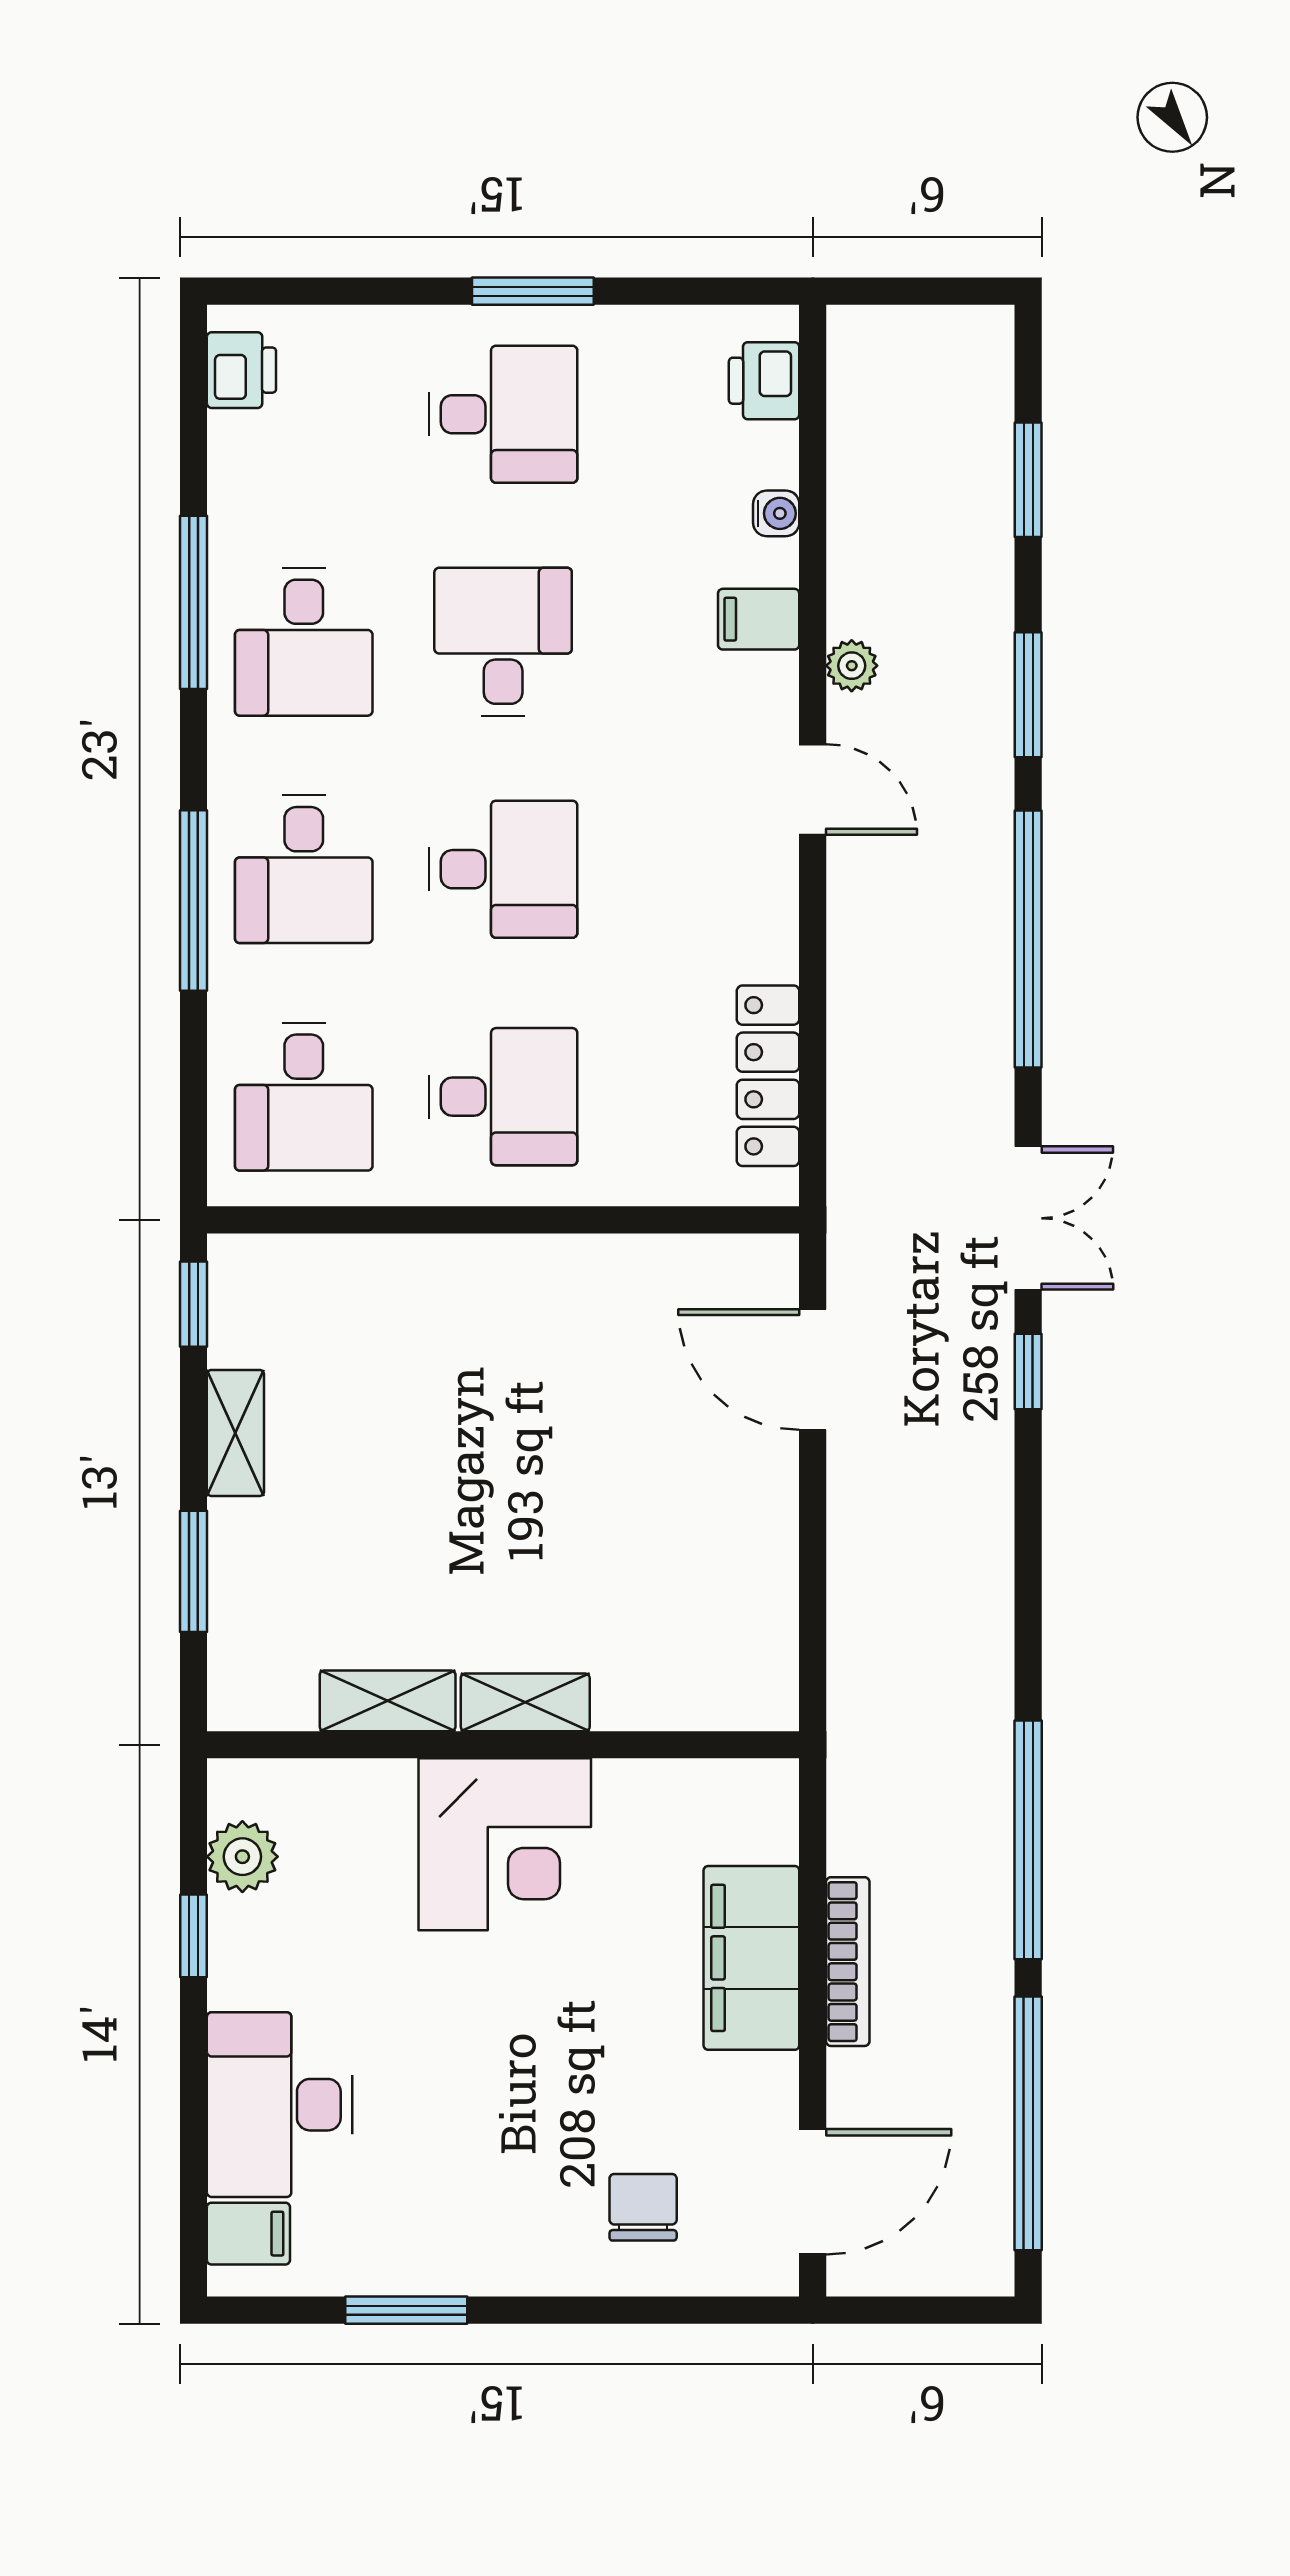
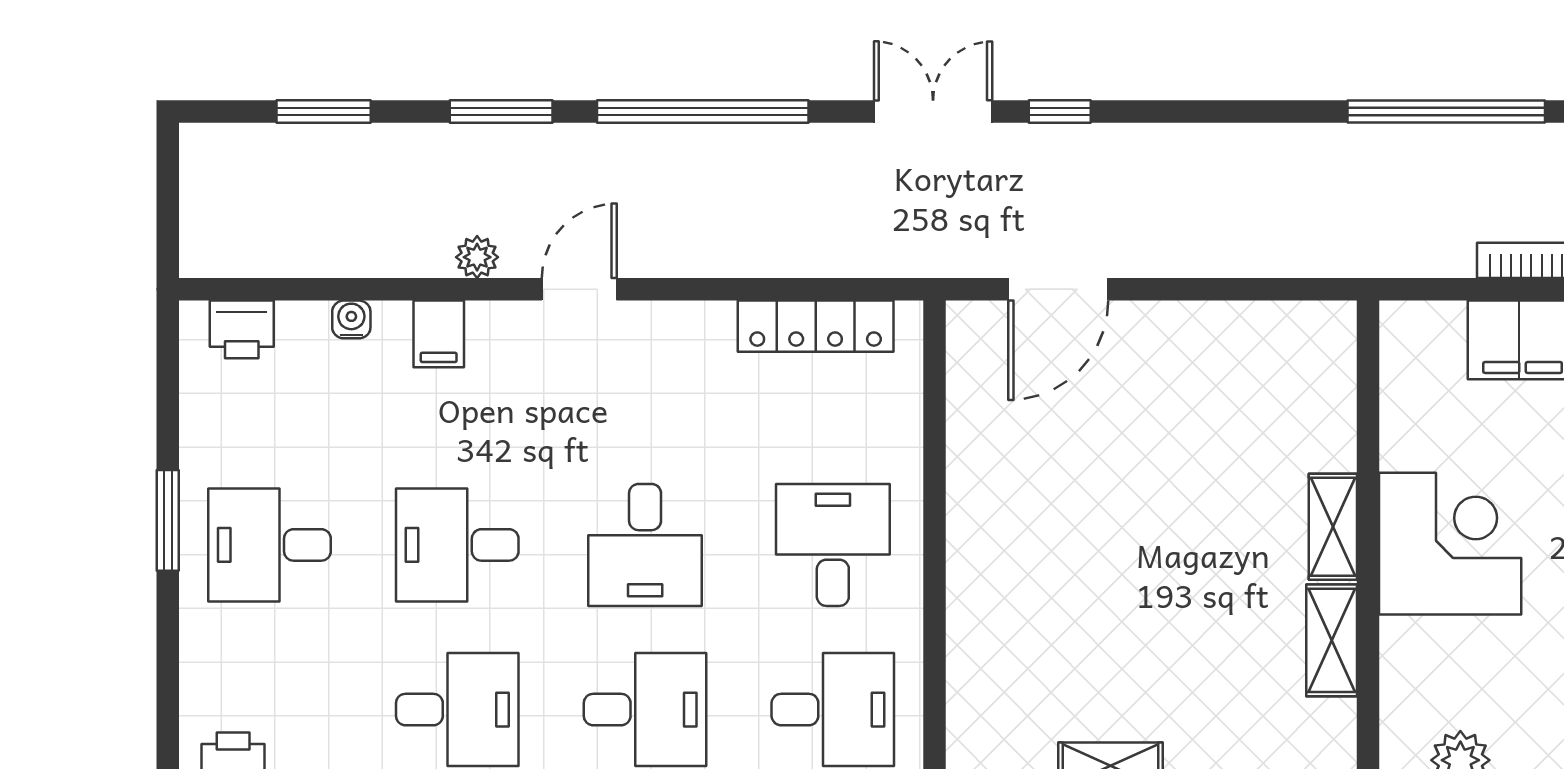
desk: (503, 414) -> (270, 545), turned -90
desk: (503, 869) -> (645, 545), turned 180

